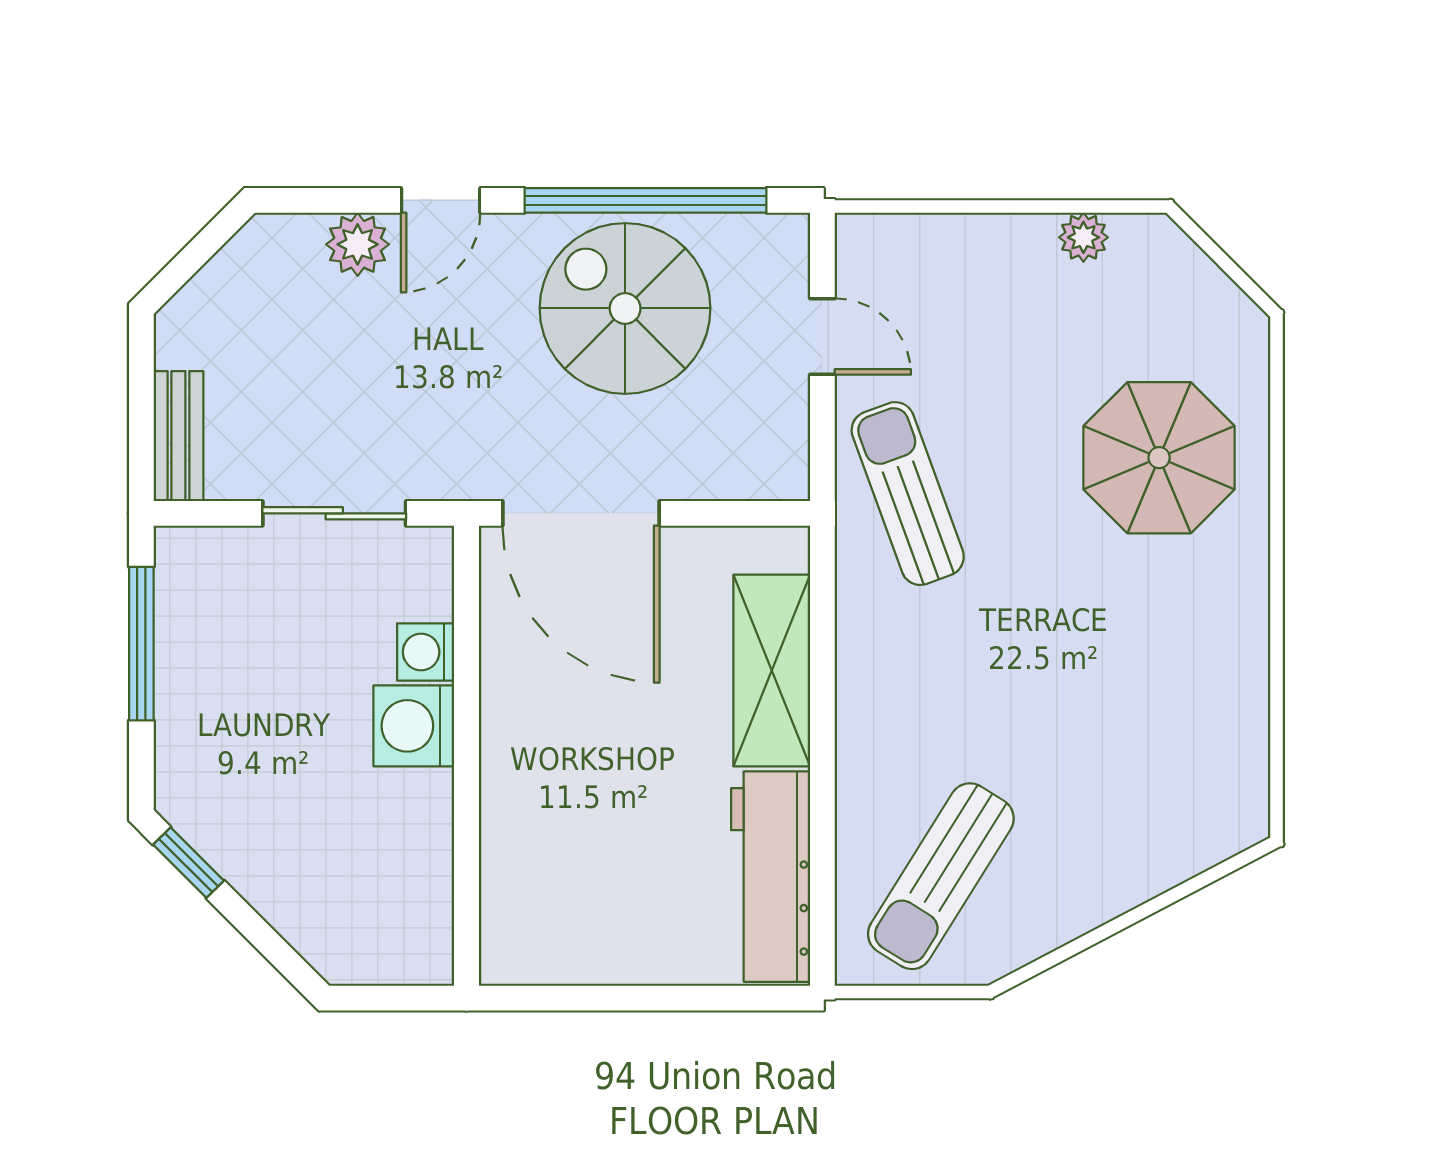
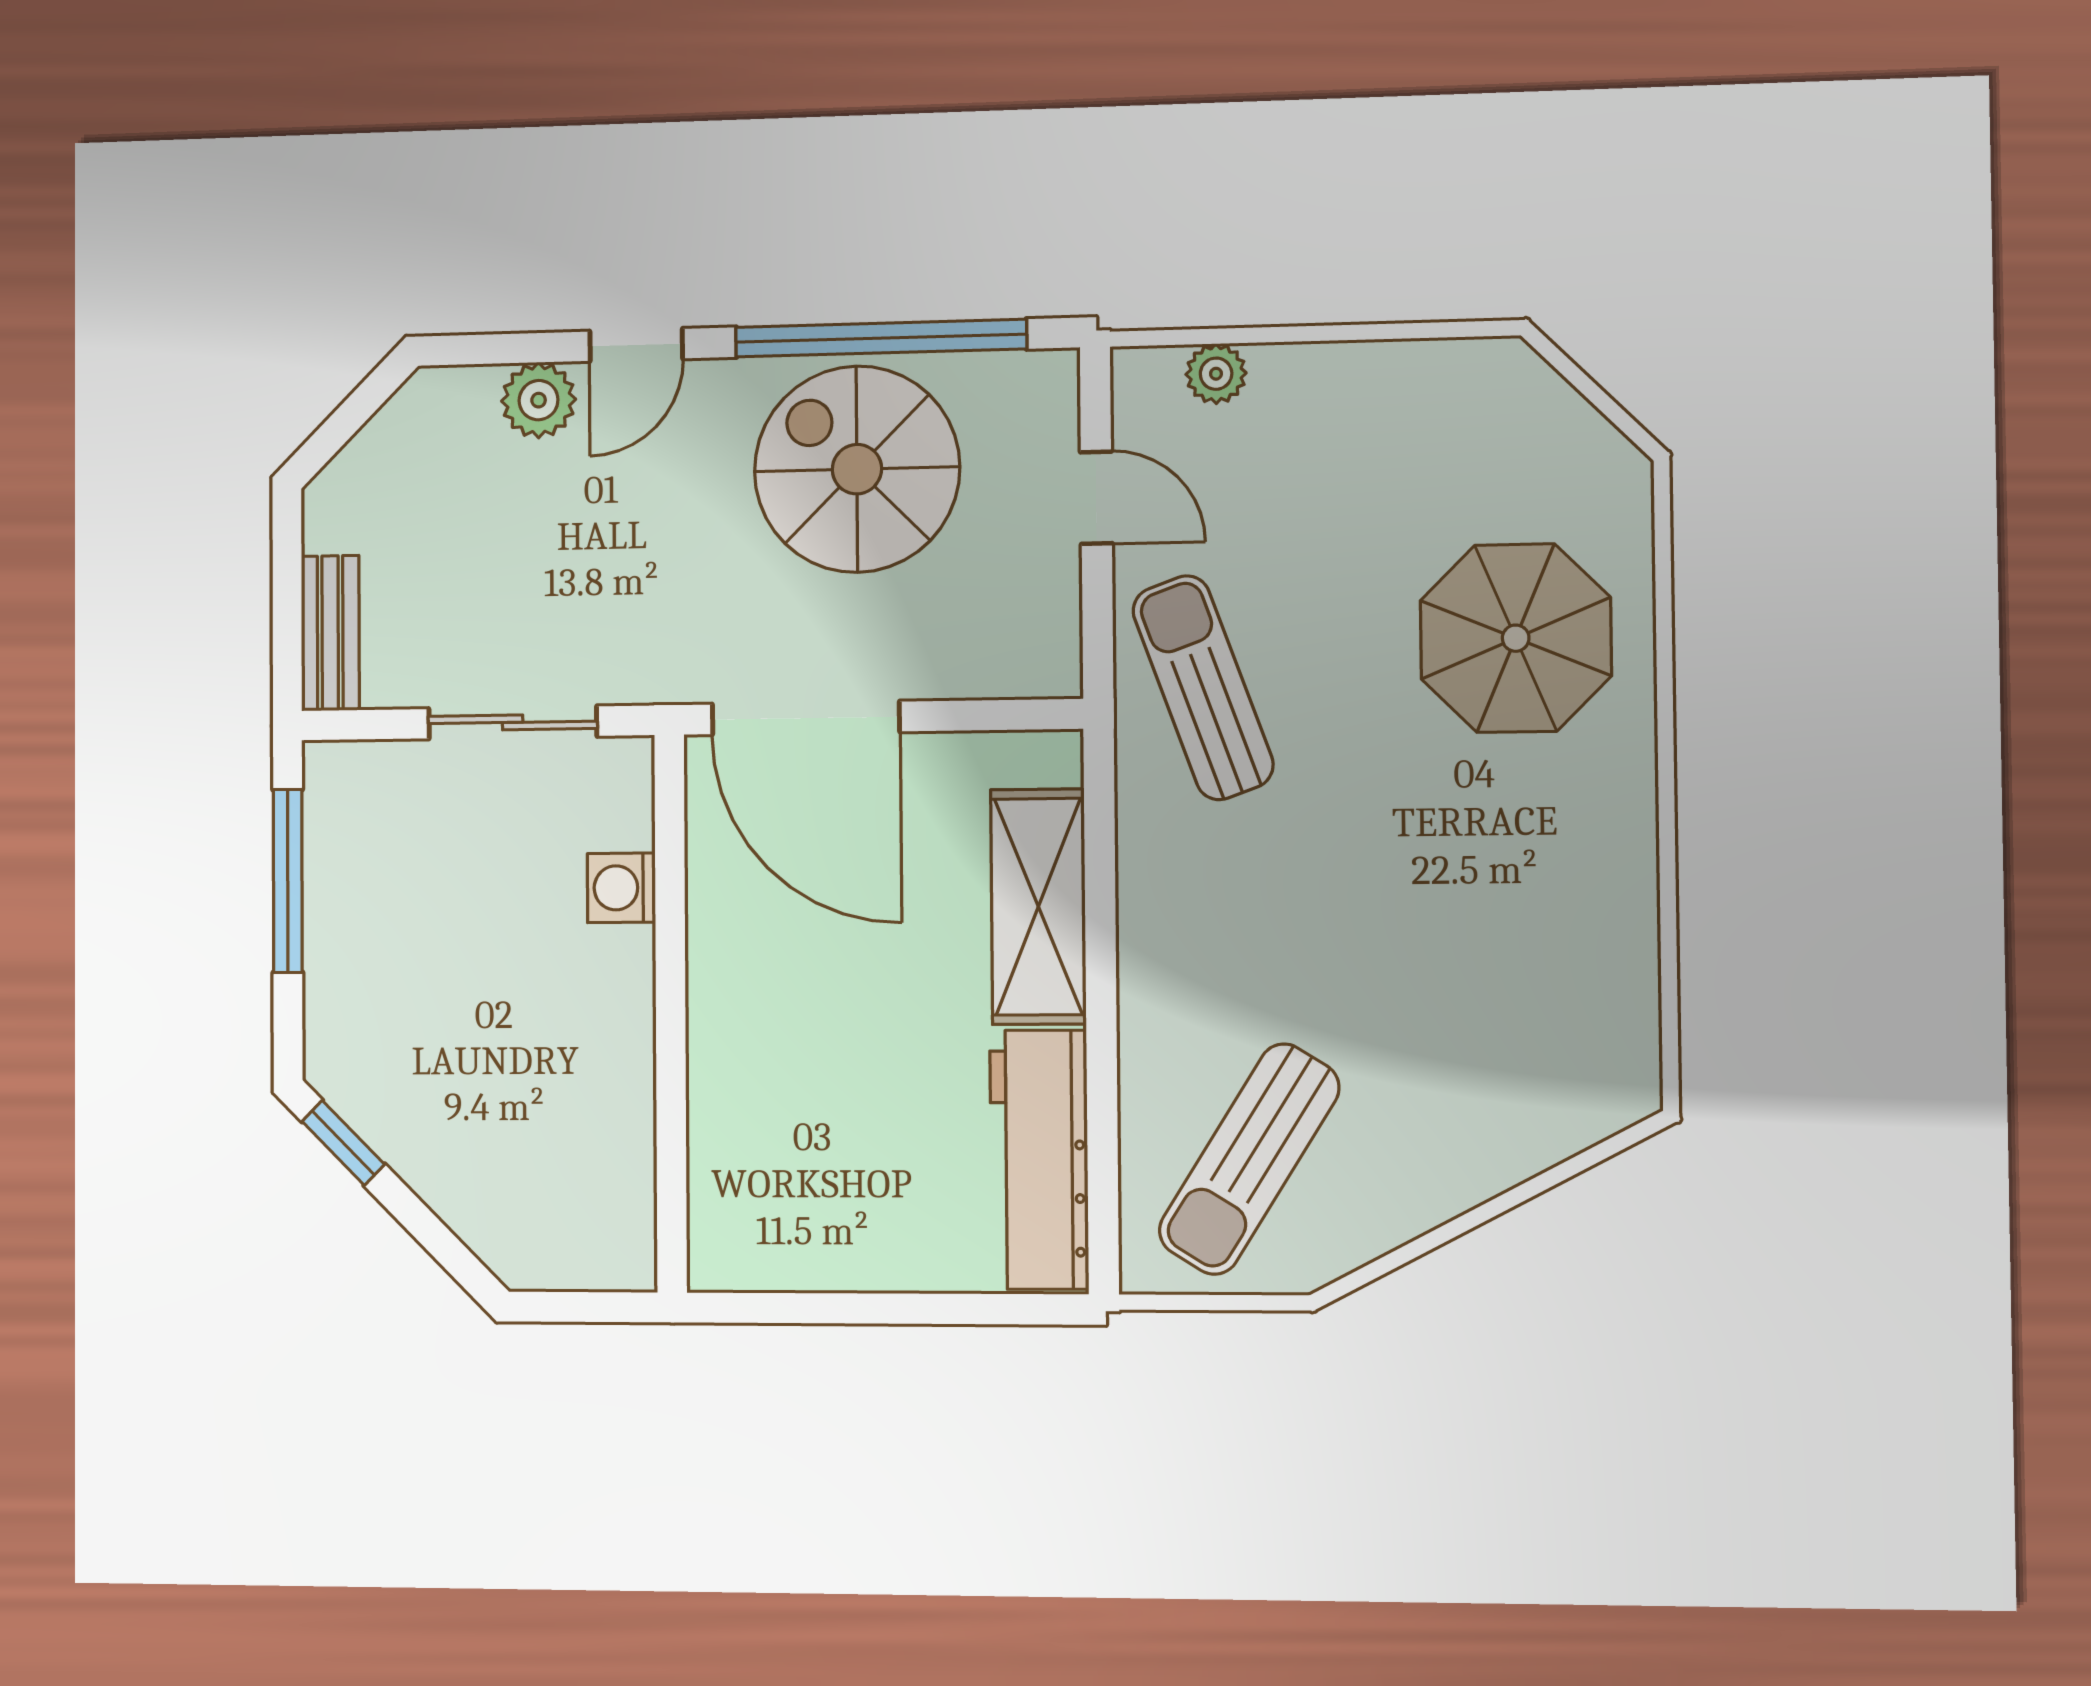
plant: (1083, 237) -> (1216, 374), moved
washing machine: (414, 726) -> (608, 977), removed

